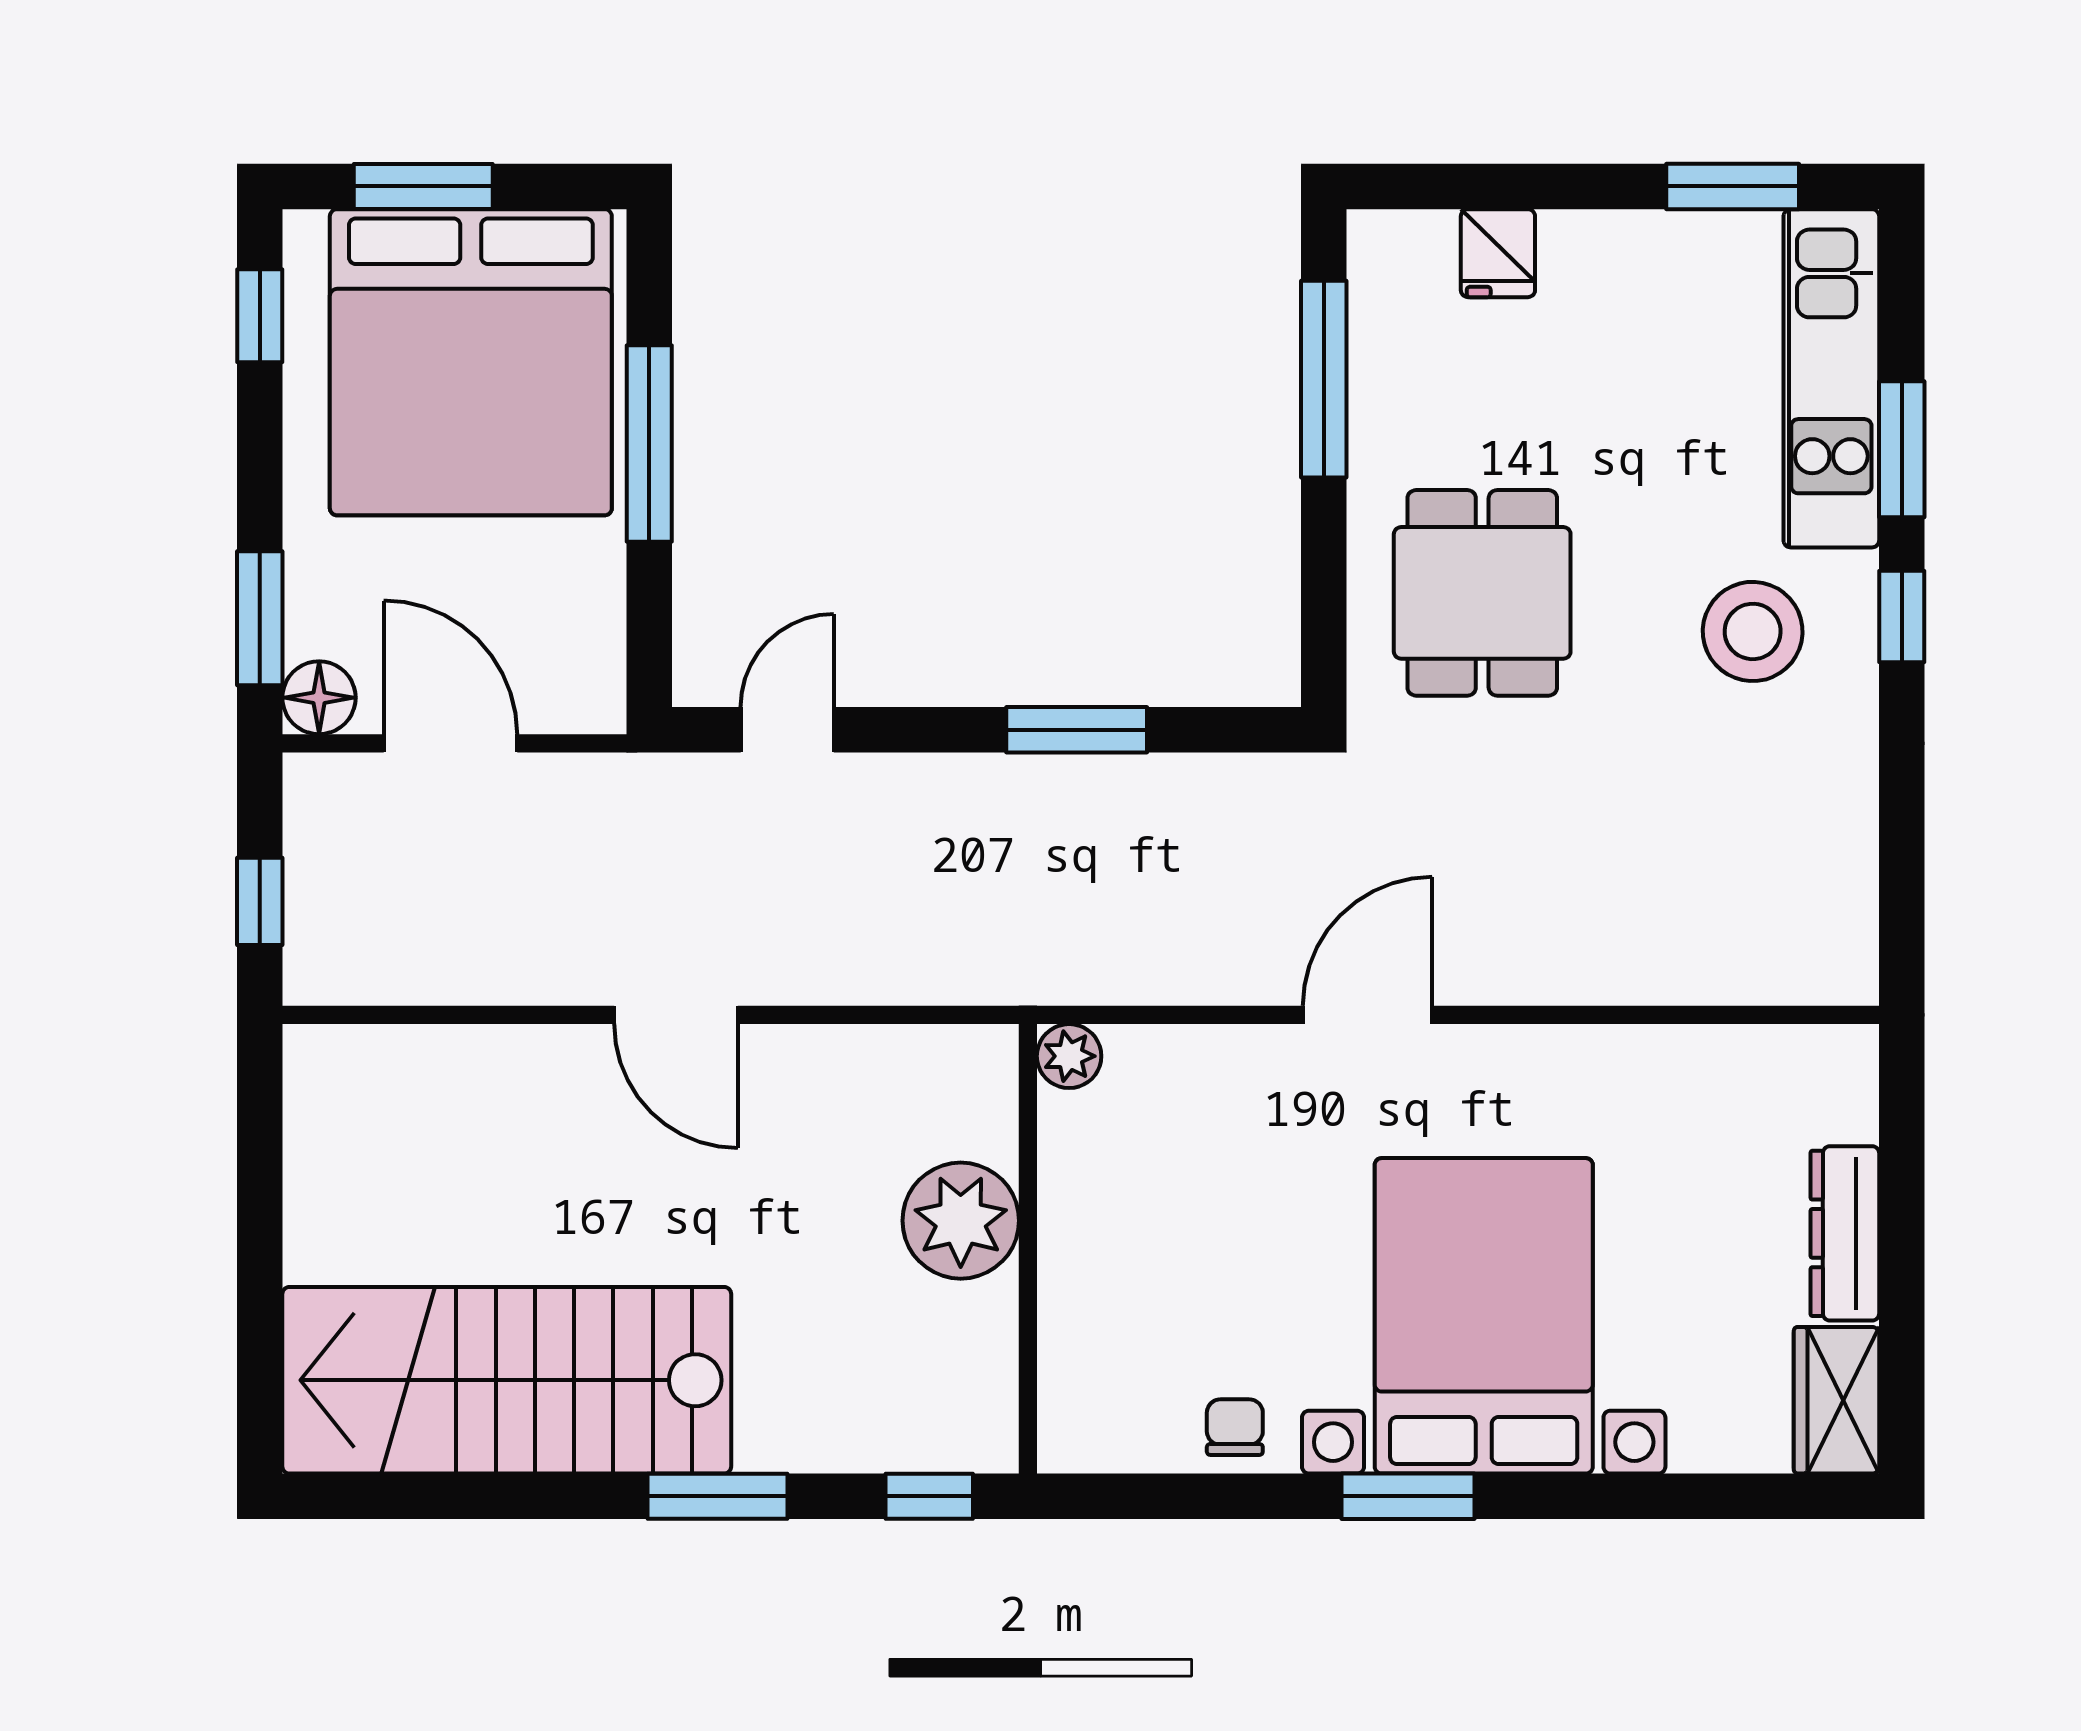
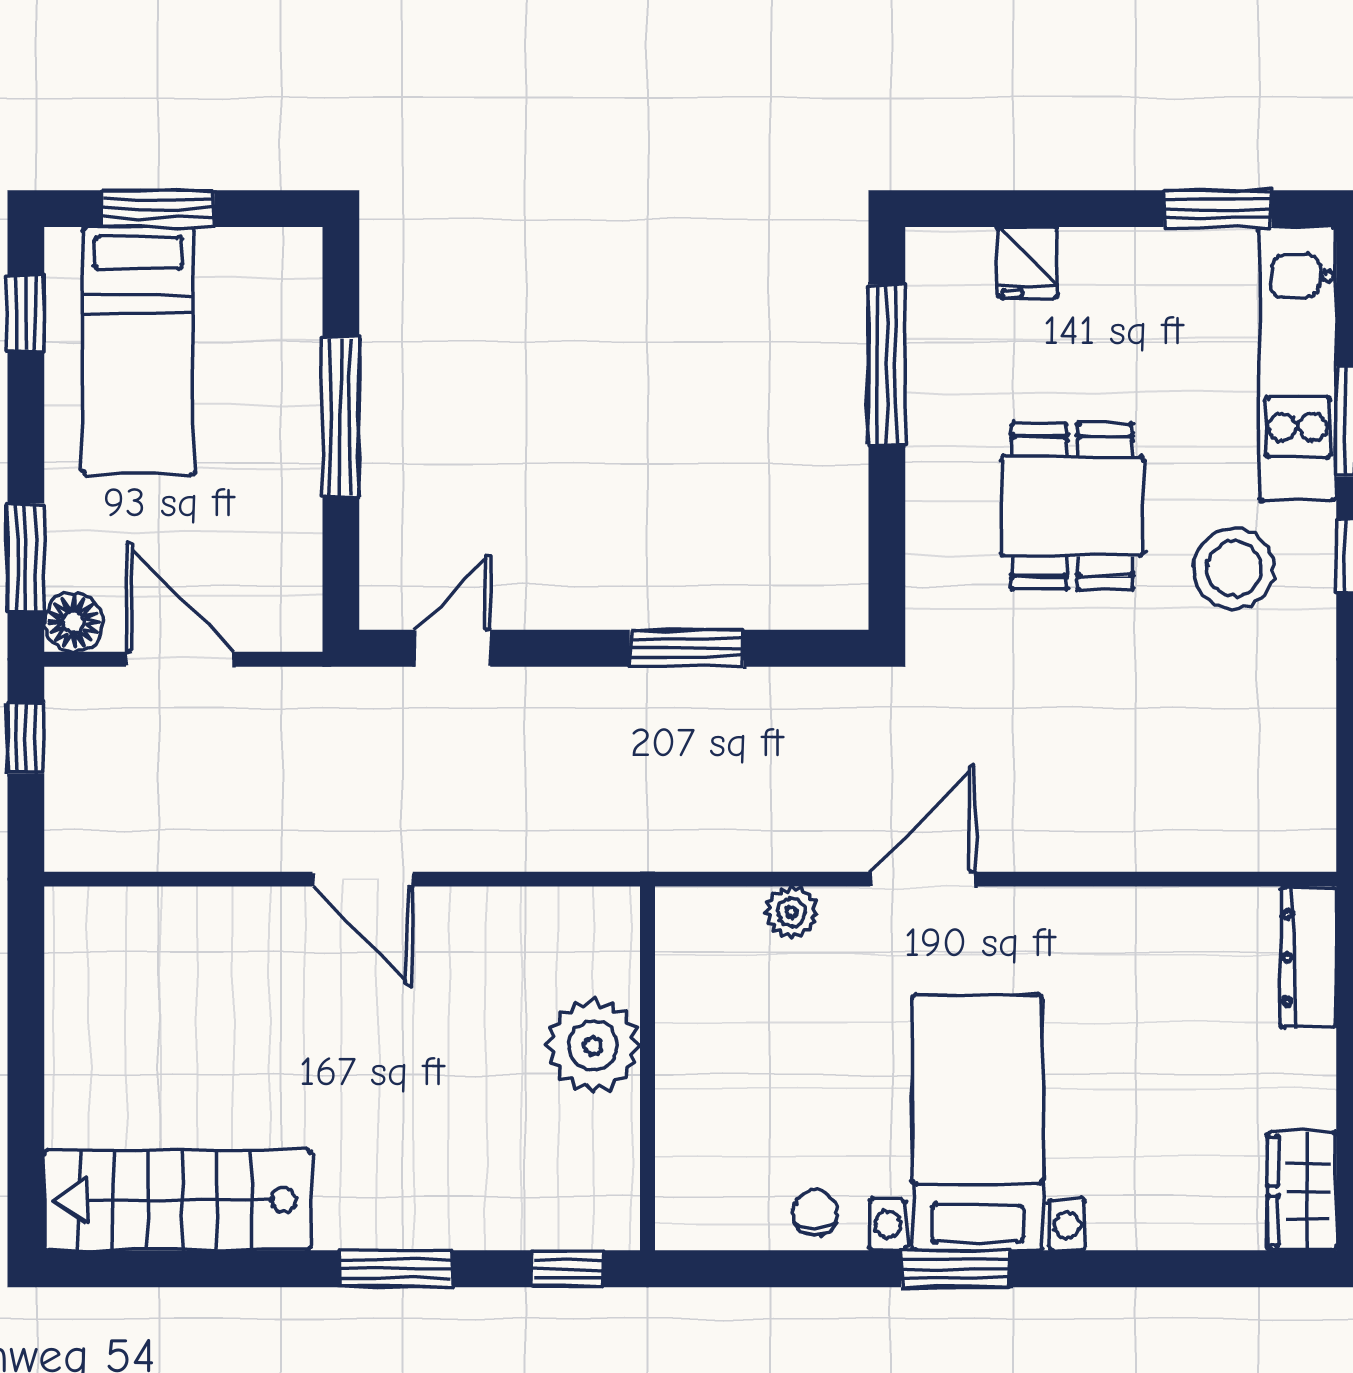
bed: (471, 362) -> (138, 351), width x0.49
dining table: (1482, 593) -> (1072, 506), moved
window: (260, 901) -> (26, 738), moved
plant: (1069, 1056) -> (791, 912), moved
dresser: (1845, 1233) -> (1309, 958), moved
bed with nightstands: (1484, 1316) -> (977, 1123), width x0.73
stairs: (507, 1380) -> (177, 1200), width x0.73, depth x0.66

